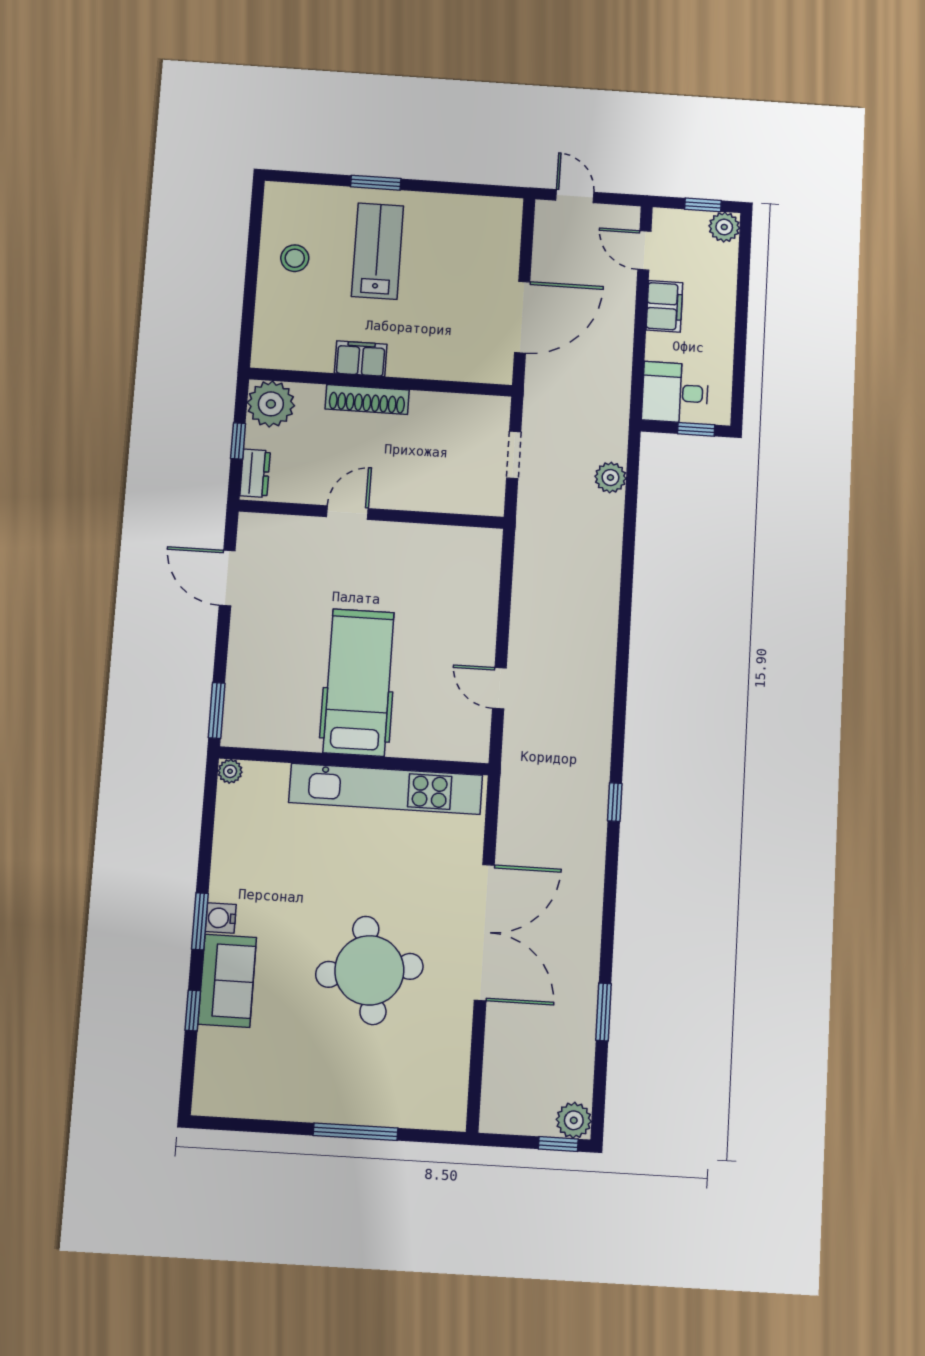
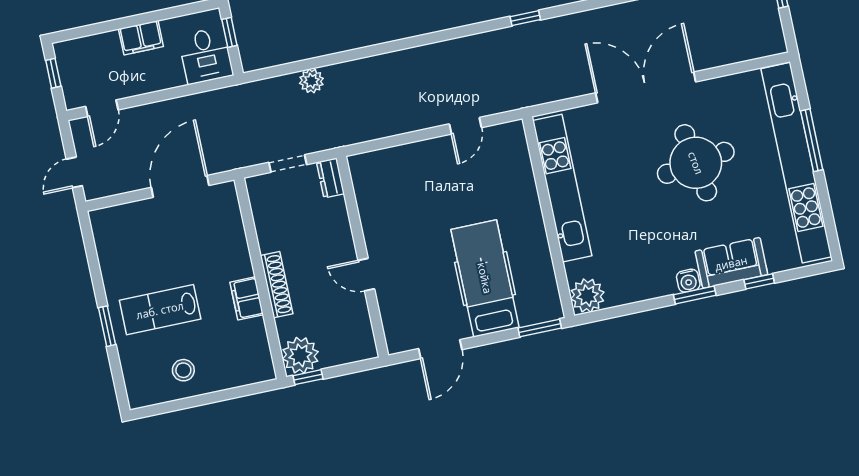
plant: (724, 227) -> (66, 52), removed
filing cabinet: (664, 306) -> (141, 38), moved, turned 180
door: (522, 317) -> (180, 186), hinge flipped
window: (238, 441) -> (308, 377), moved
dresser: (255, 473) -> (330, 178), moved, turned -90
plant: (610, 478) -> (311, 81), moved
hospital bed: (359, 682) -> (485, 278), moved, turned 90
plant: (230, 771) -> (587, 296), width x1.88, depth x1.88
kitchen unit: (332, 1103) -> (796, 163), added

